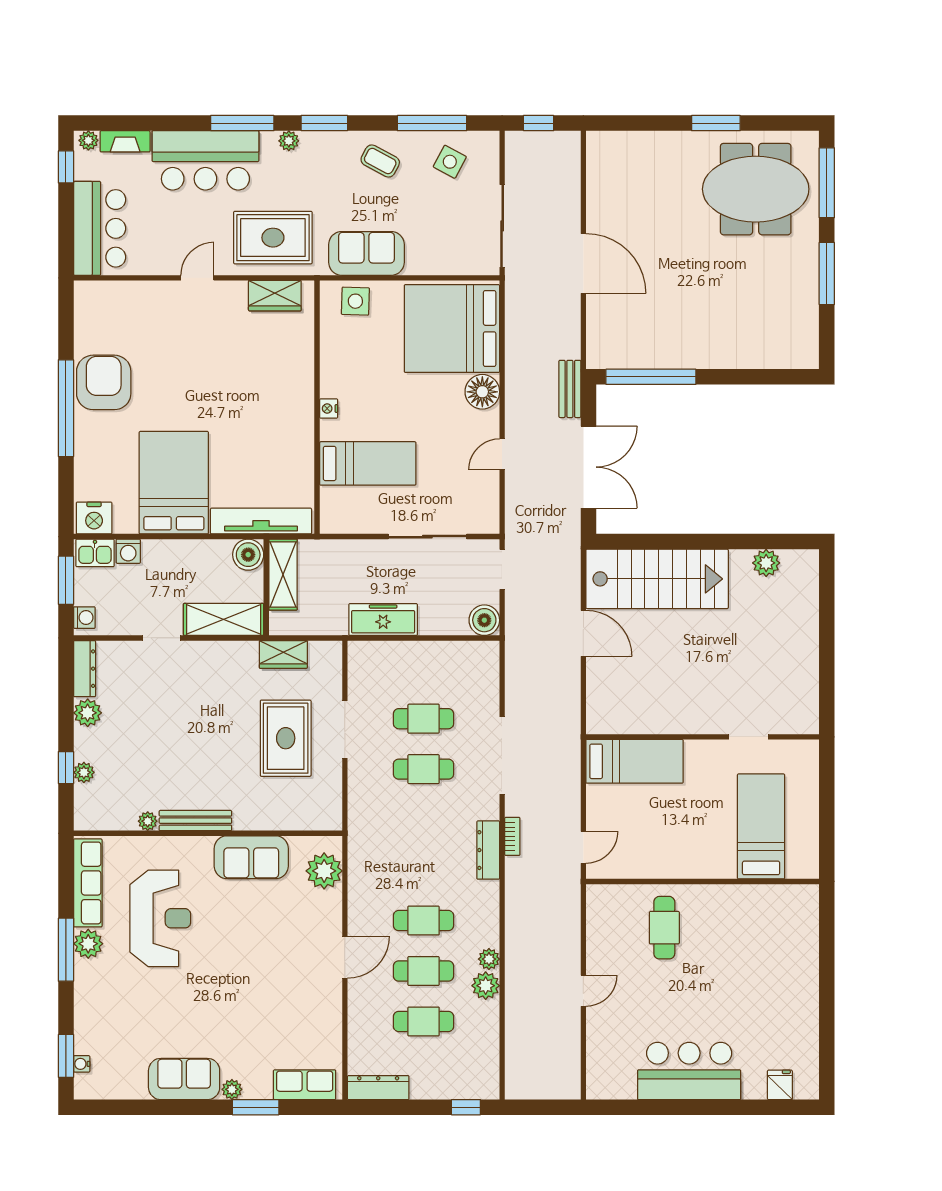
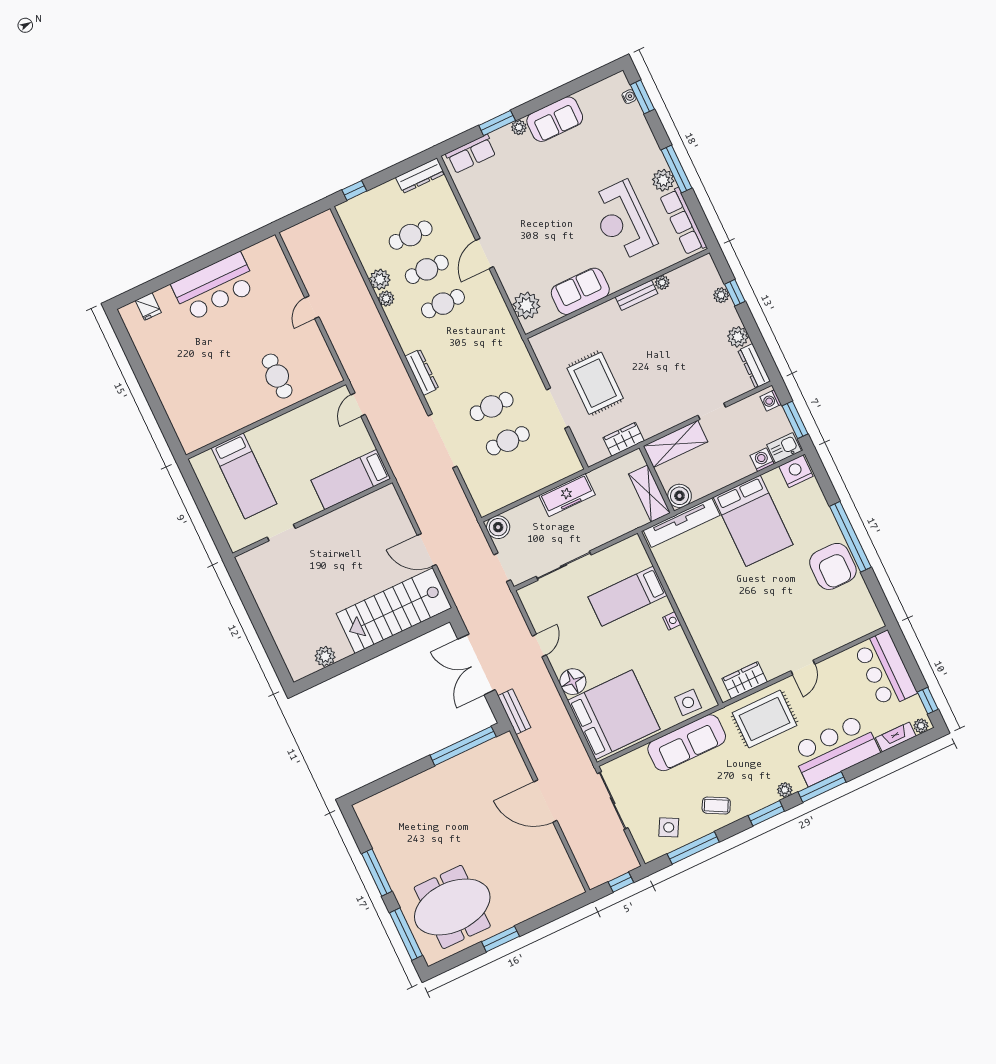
sofa: (366, 253) -> (687, 743), width x1.36
bench: (195, 821) -> (637, 295), width x0.73
bookcase: (512, 836) -> (410, 389), removed

